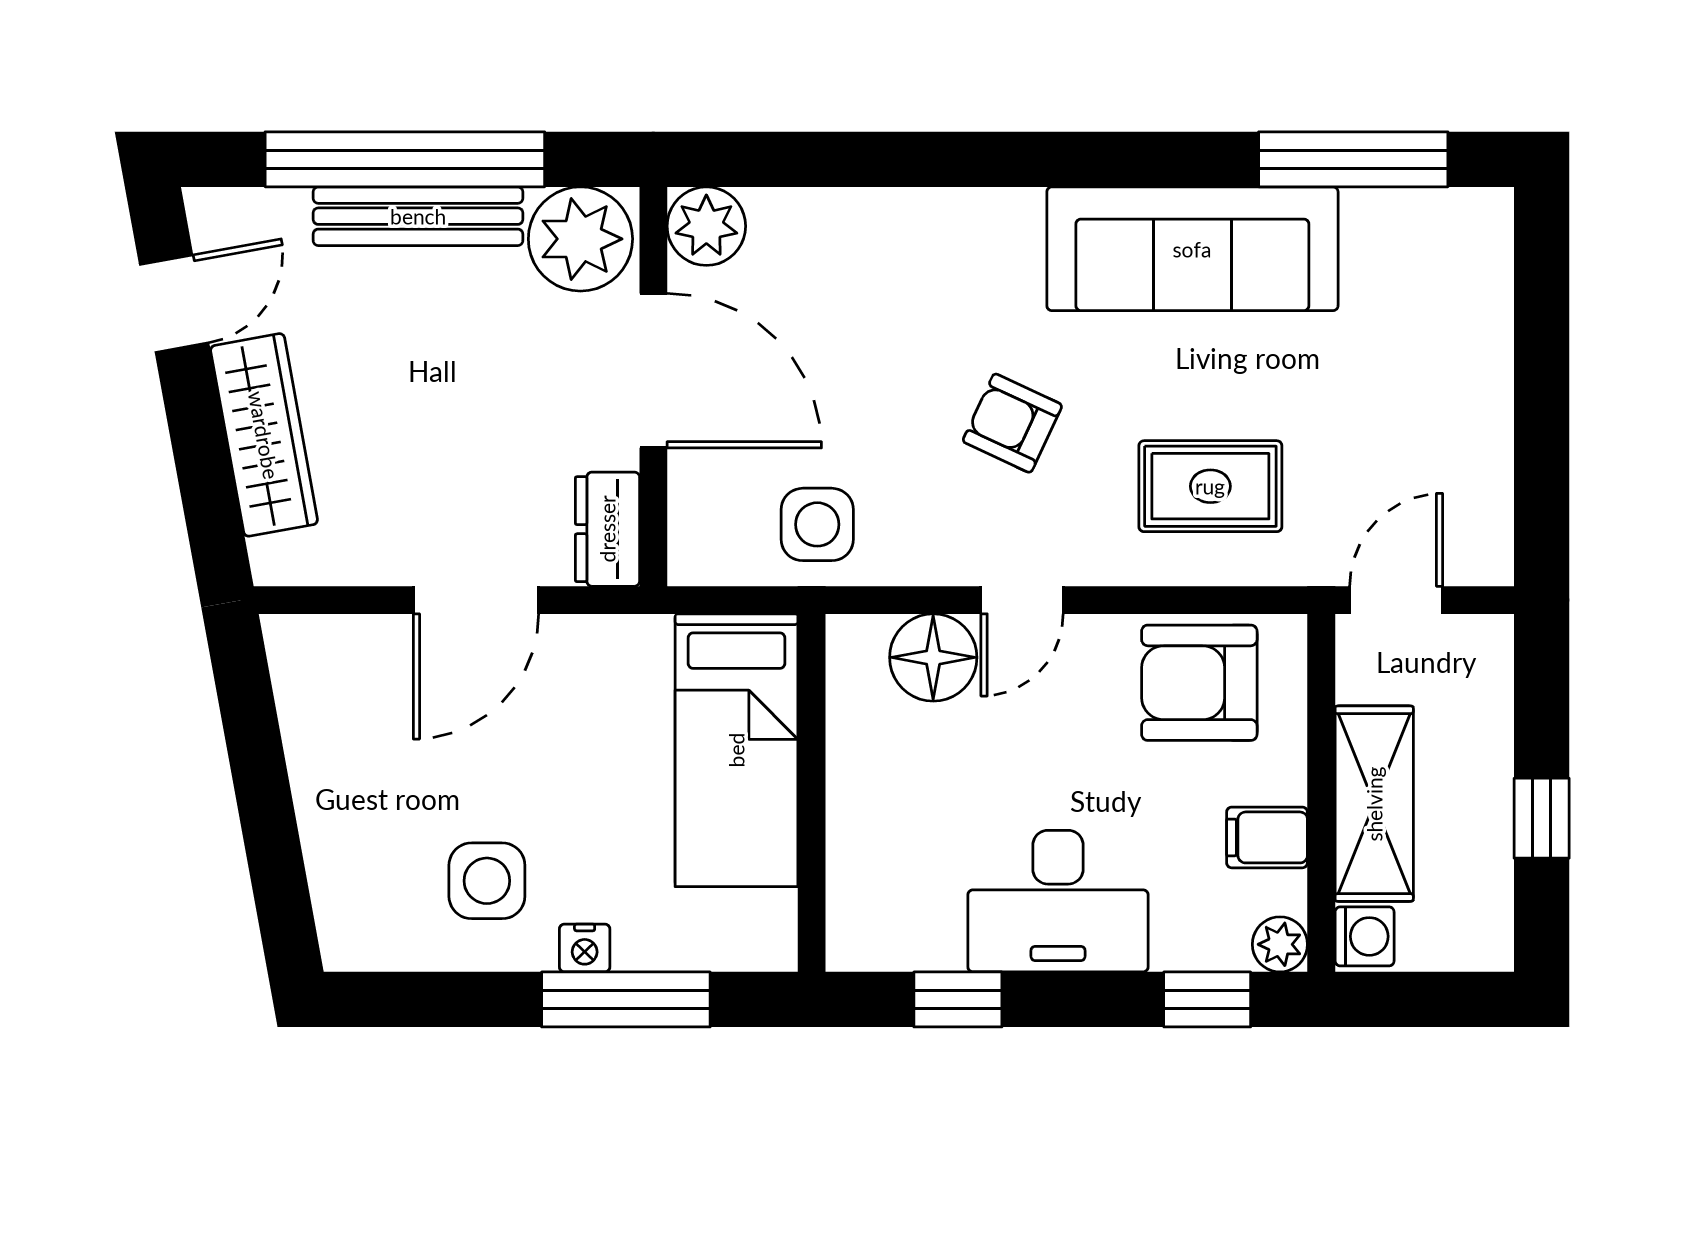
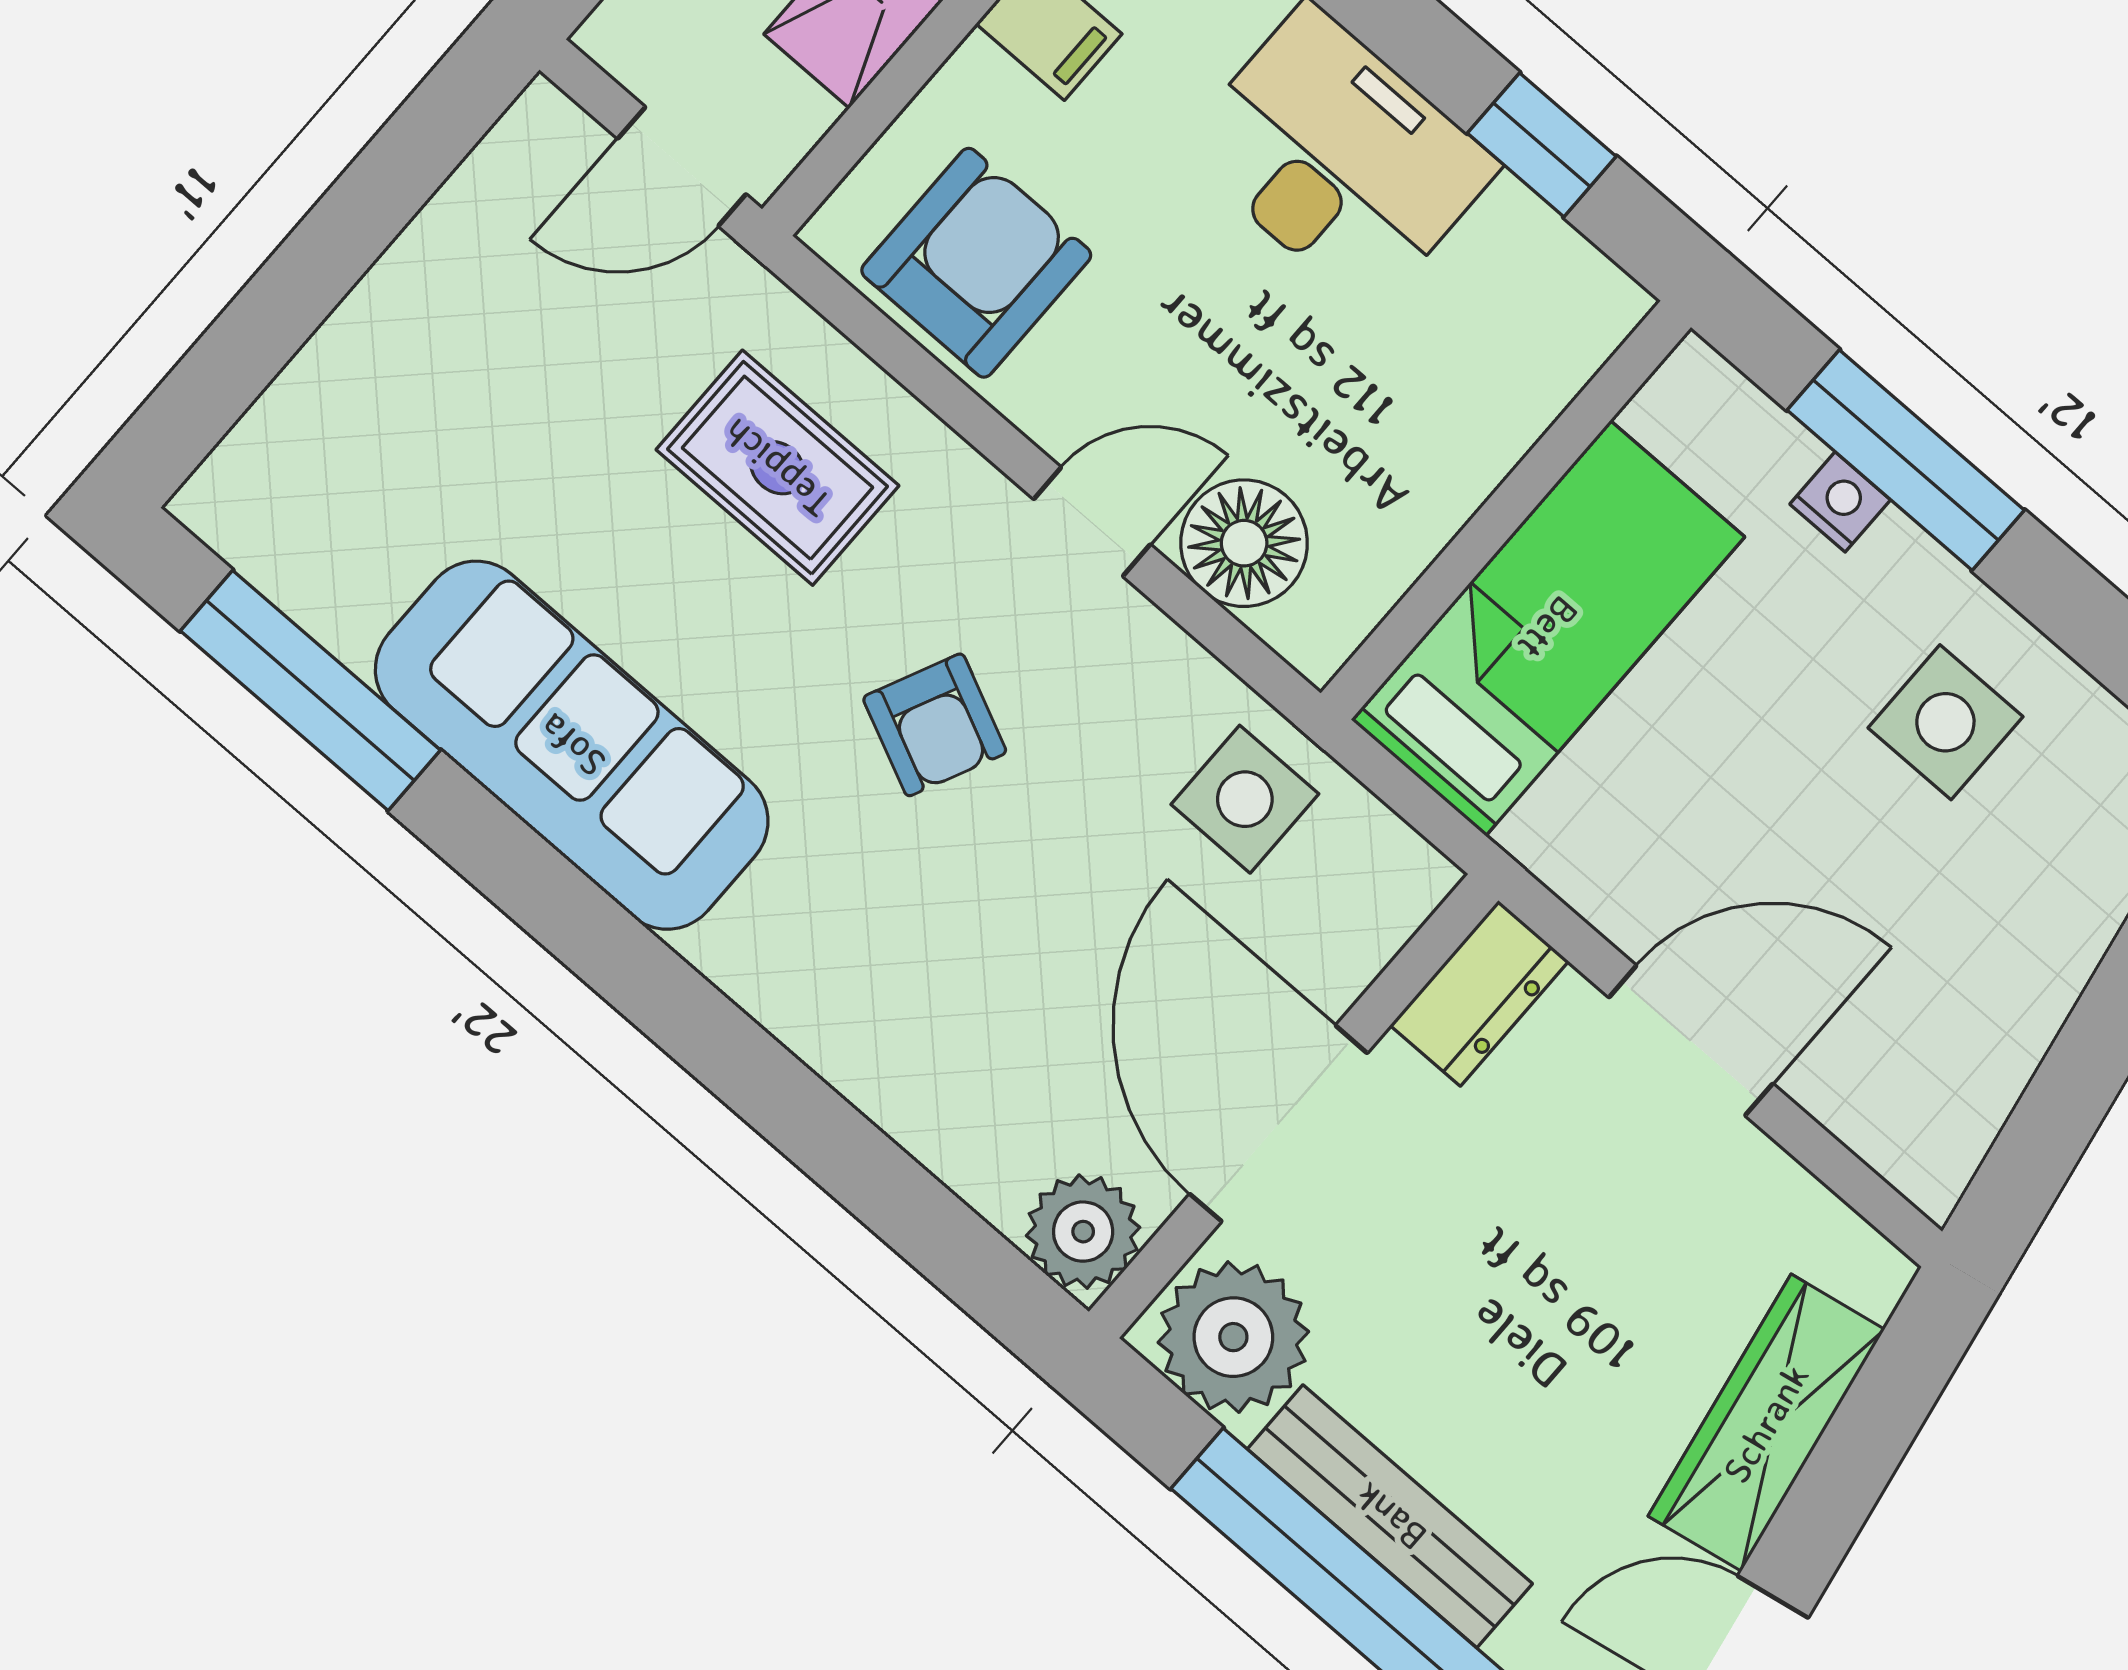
armchair: (1199, 683) -> (976, 263), turned -90
nightstand: (585, 948) -> (1840, 502), moved

